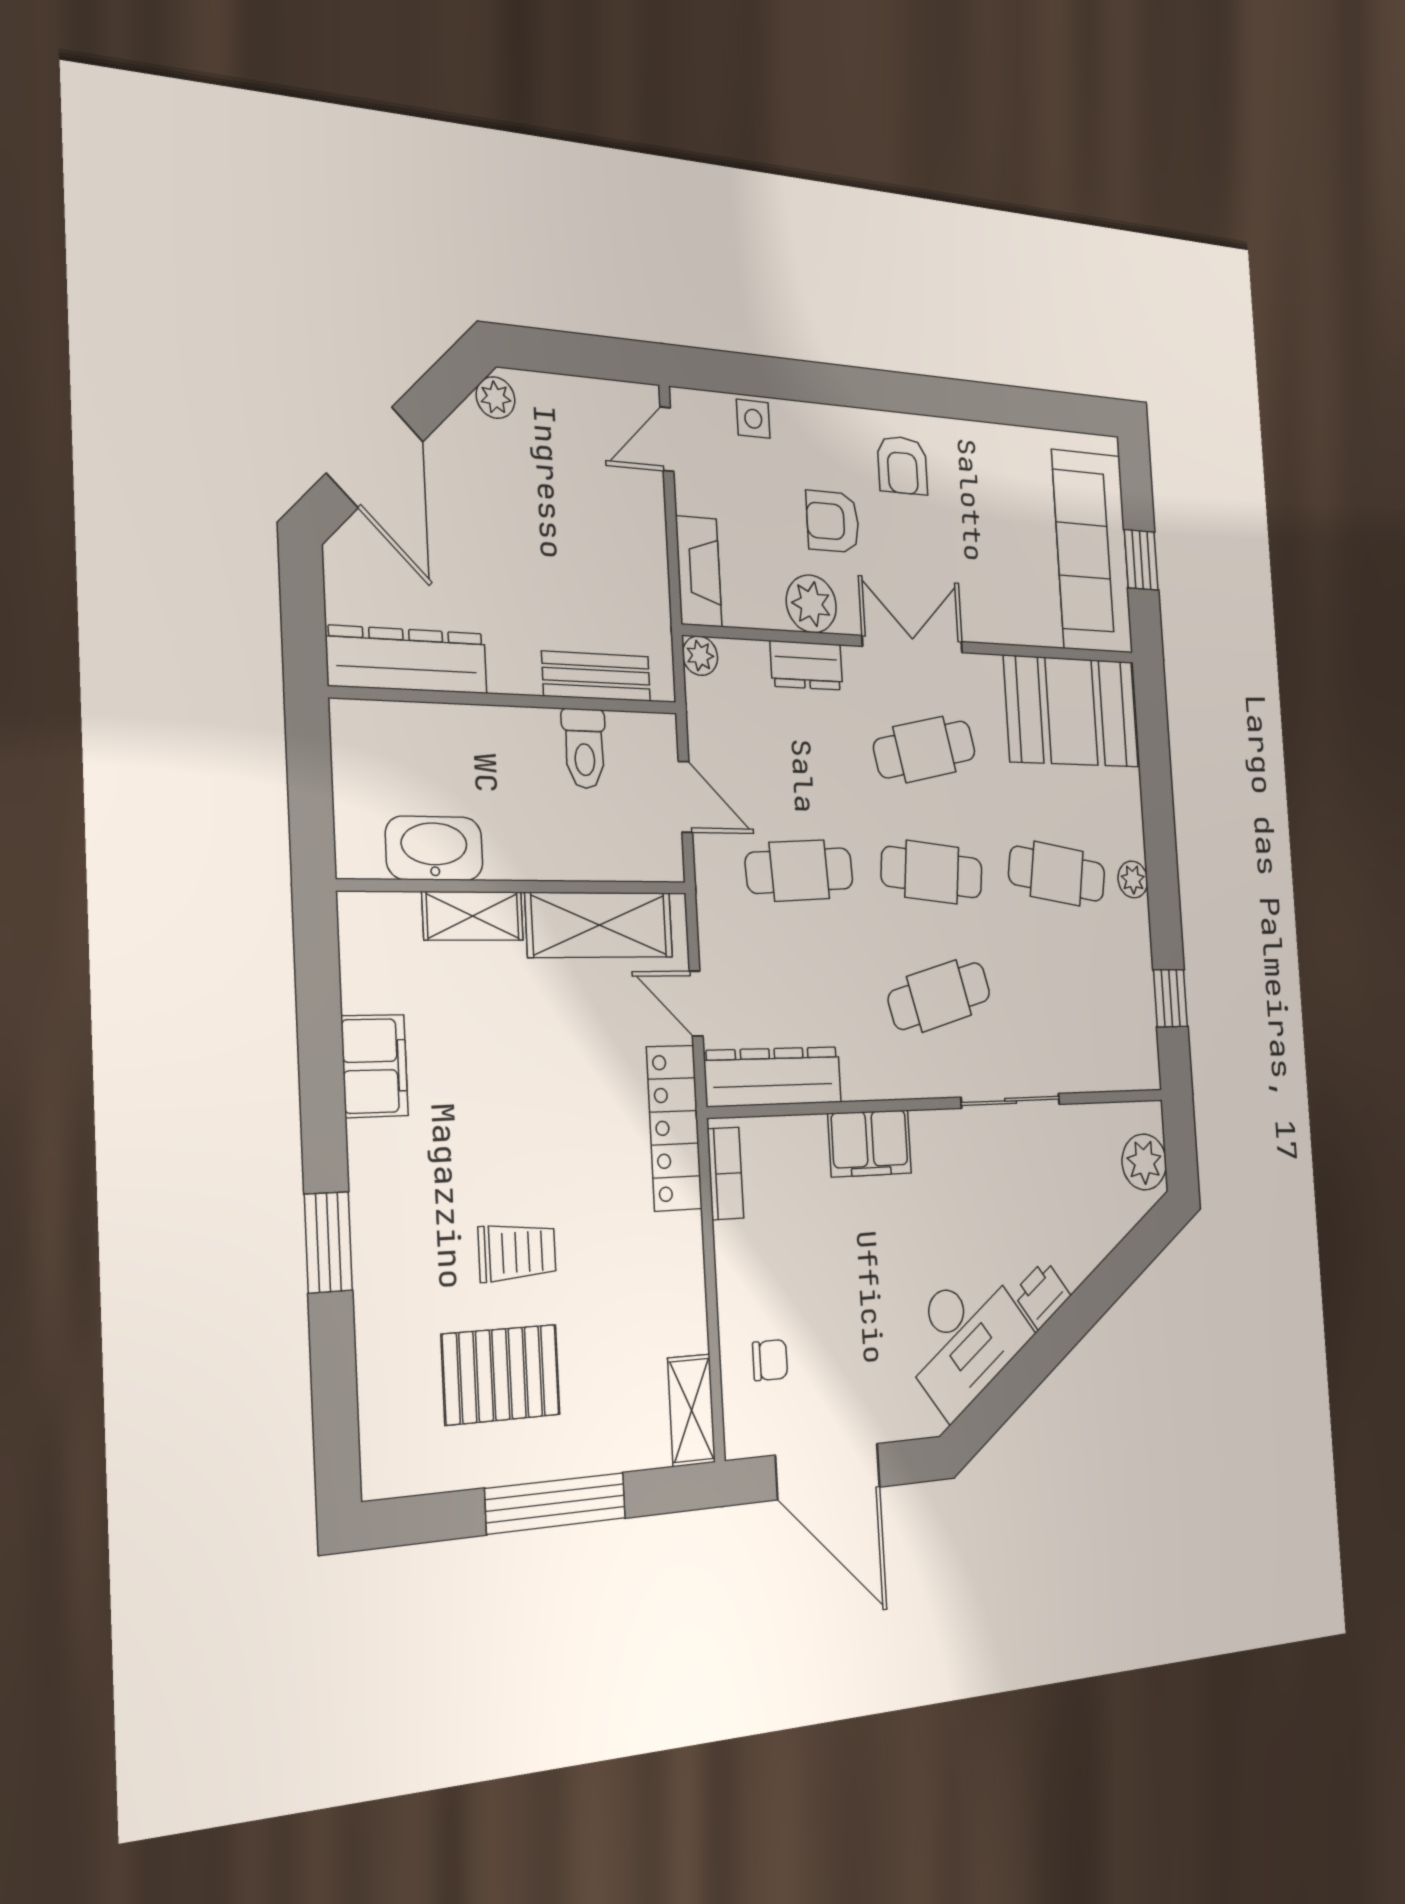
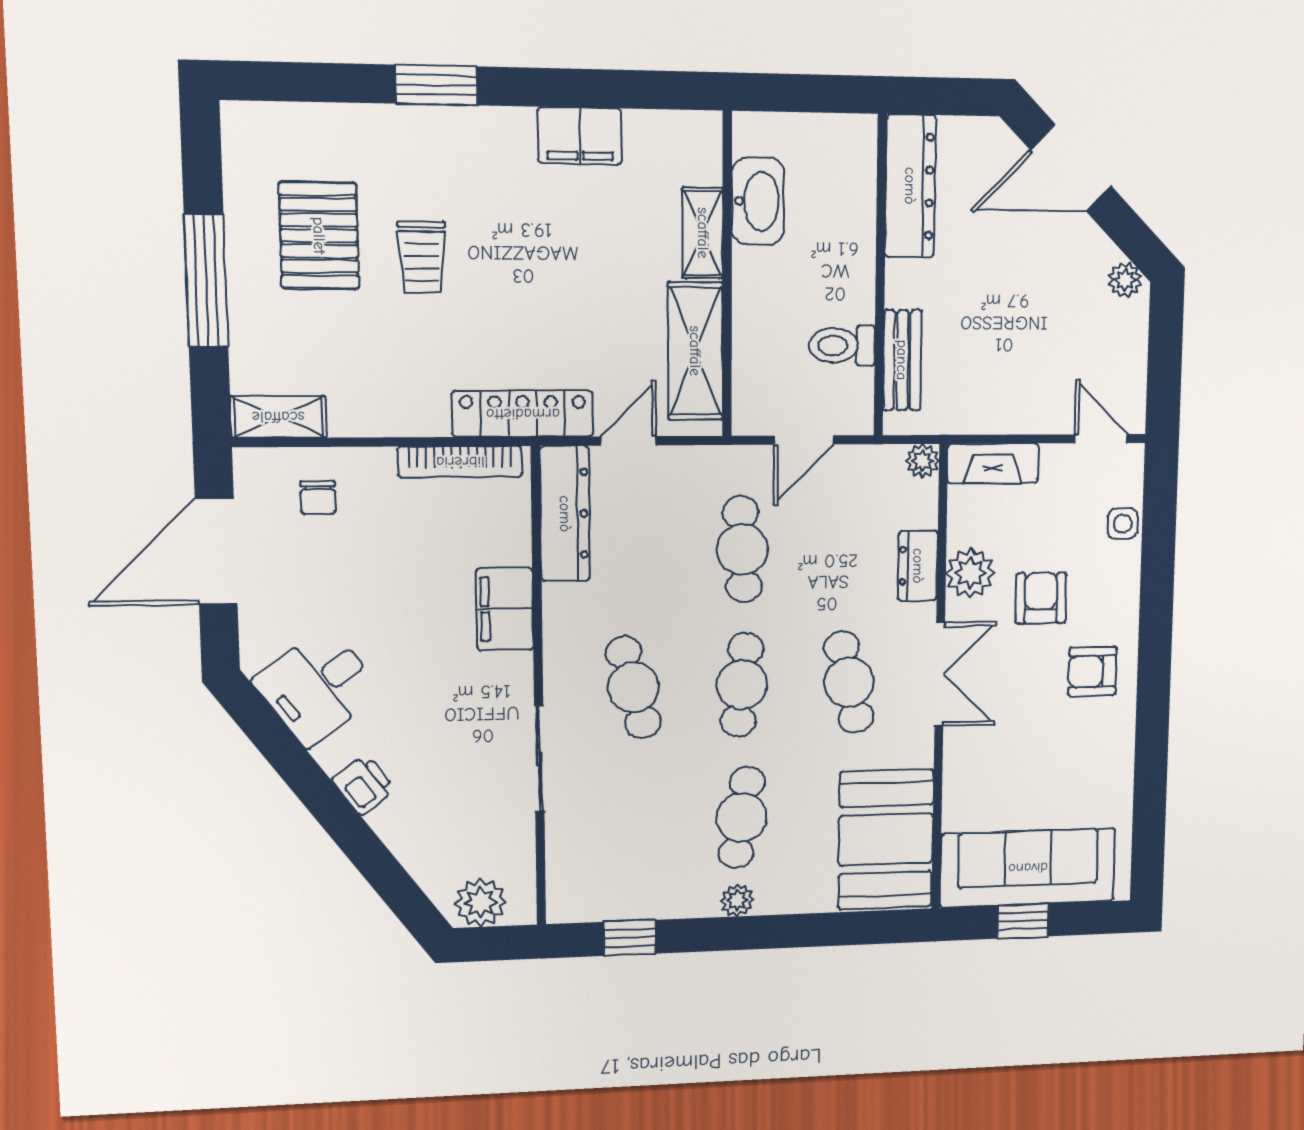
bookcase: (725, 1173) -> (460, 462), width x1.56
desk: (964, 1337) -> (318, 687), width x0.73

